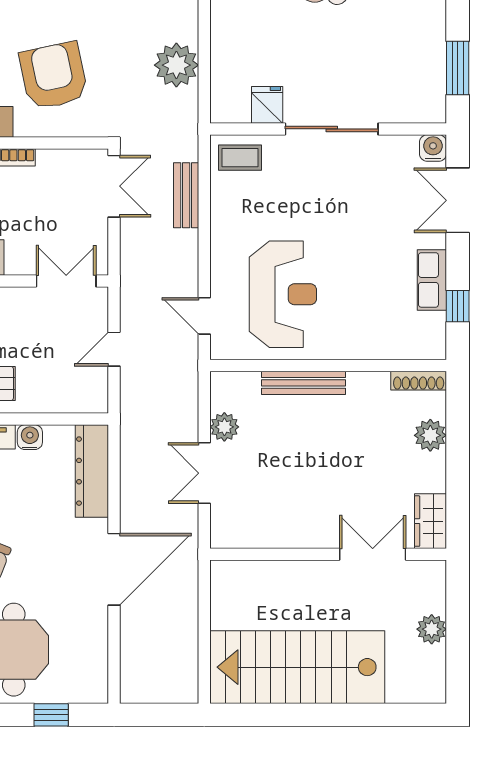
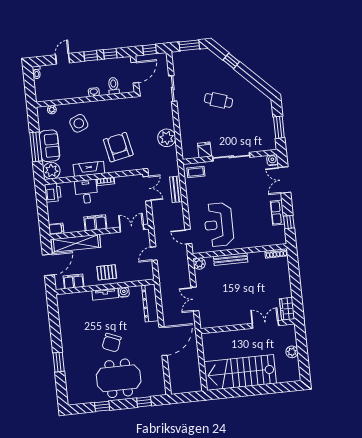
reception desk: (283, 294) -> (219, 225), turned 180
plant: (224, 427) -> (199, 264), moved
plant: (430, 435) -> (283, 275), removed

